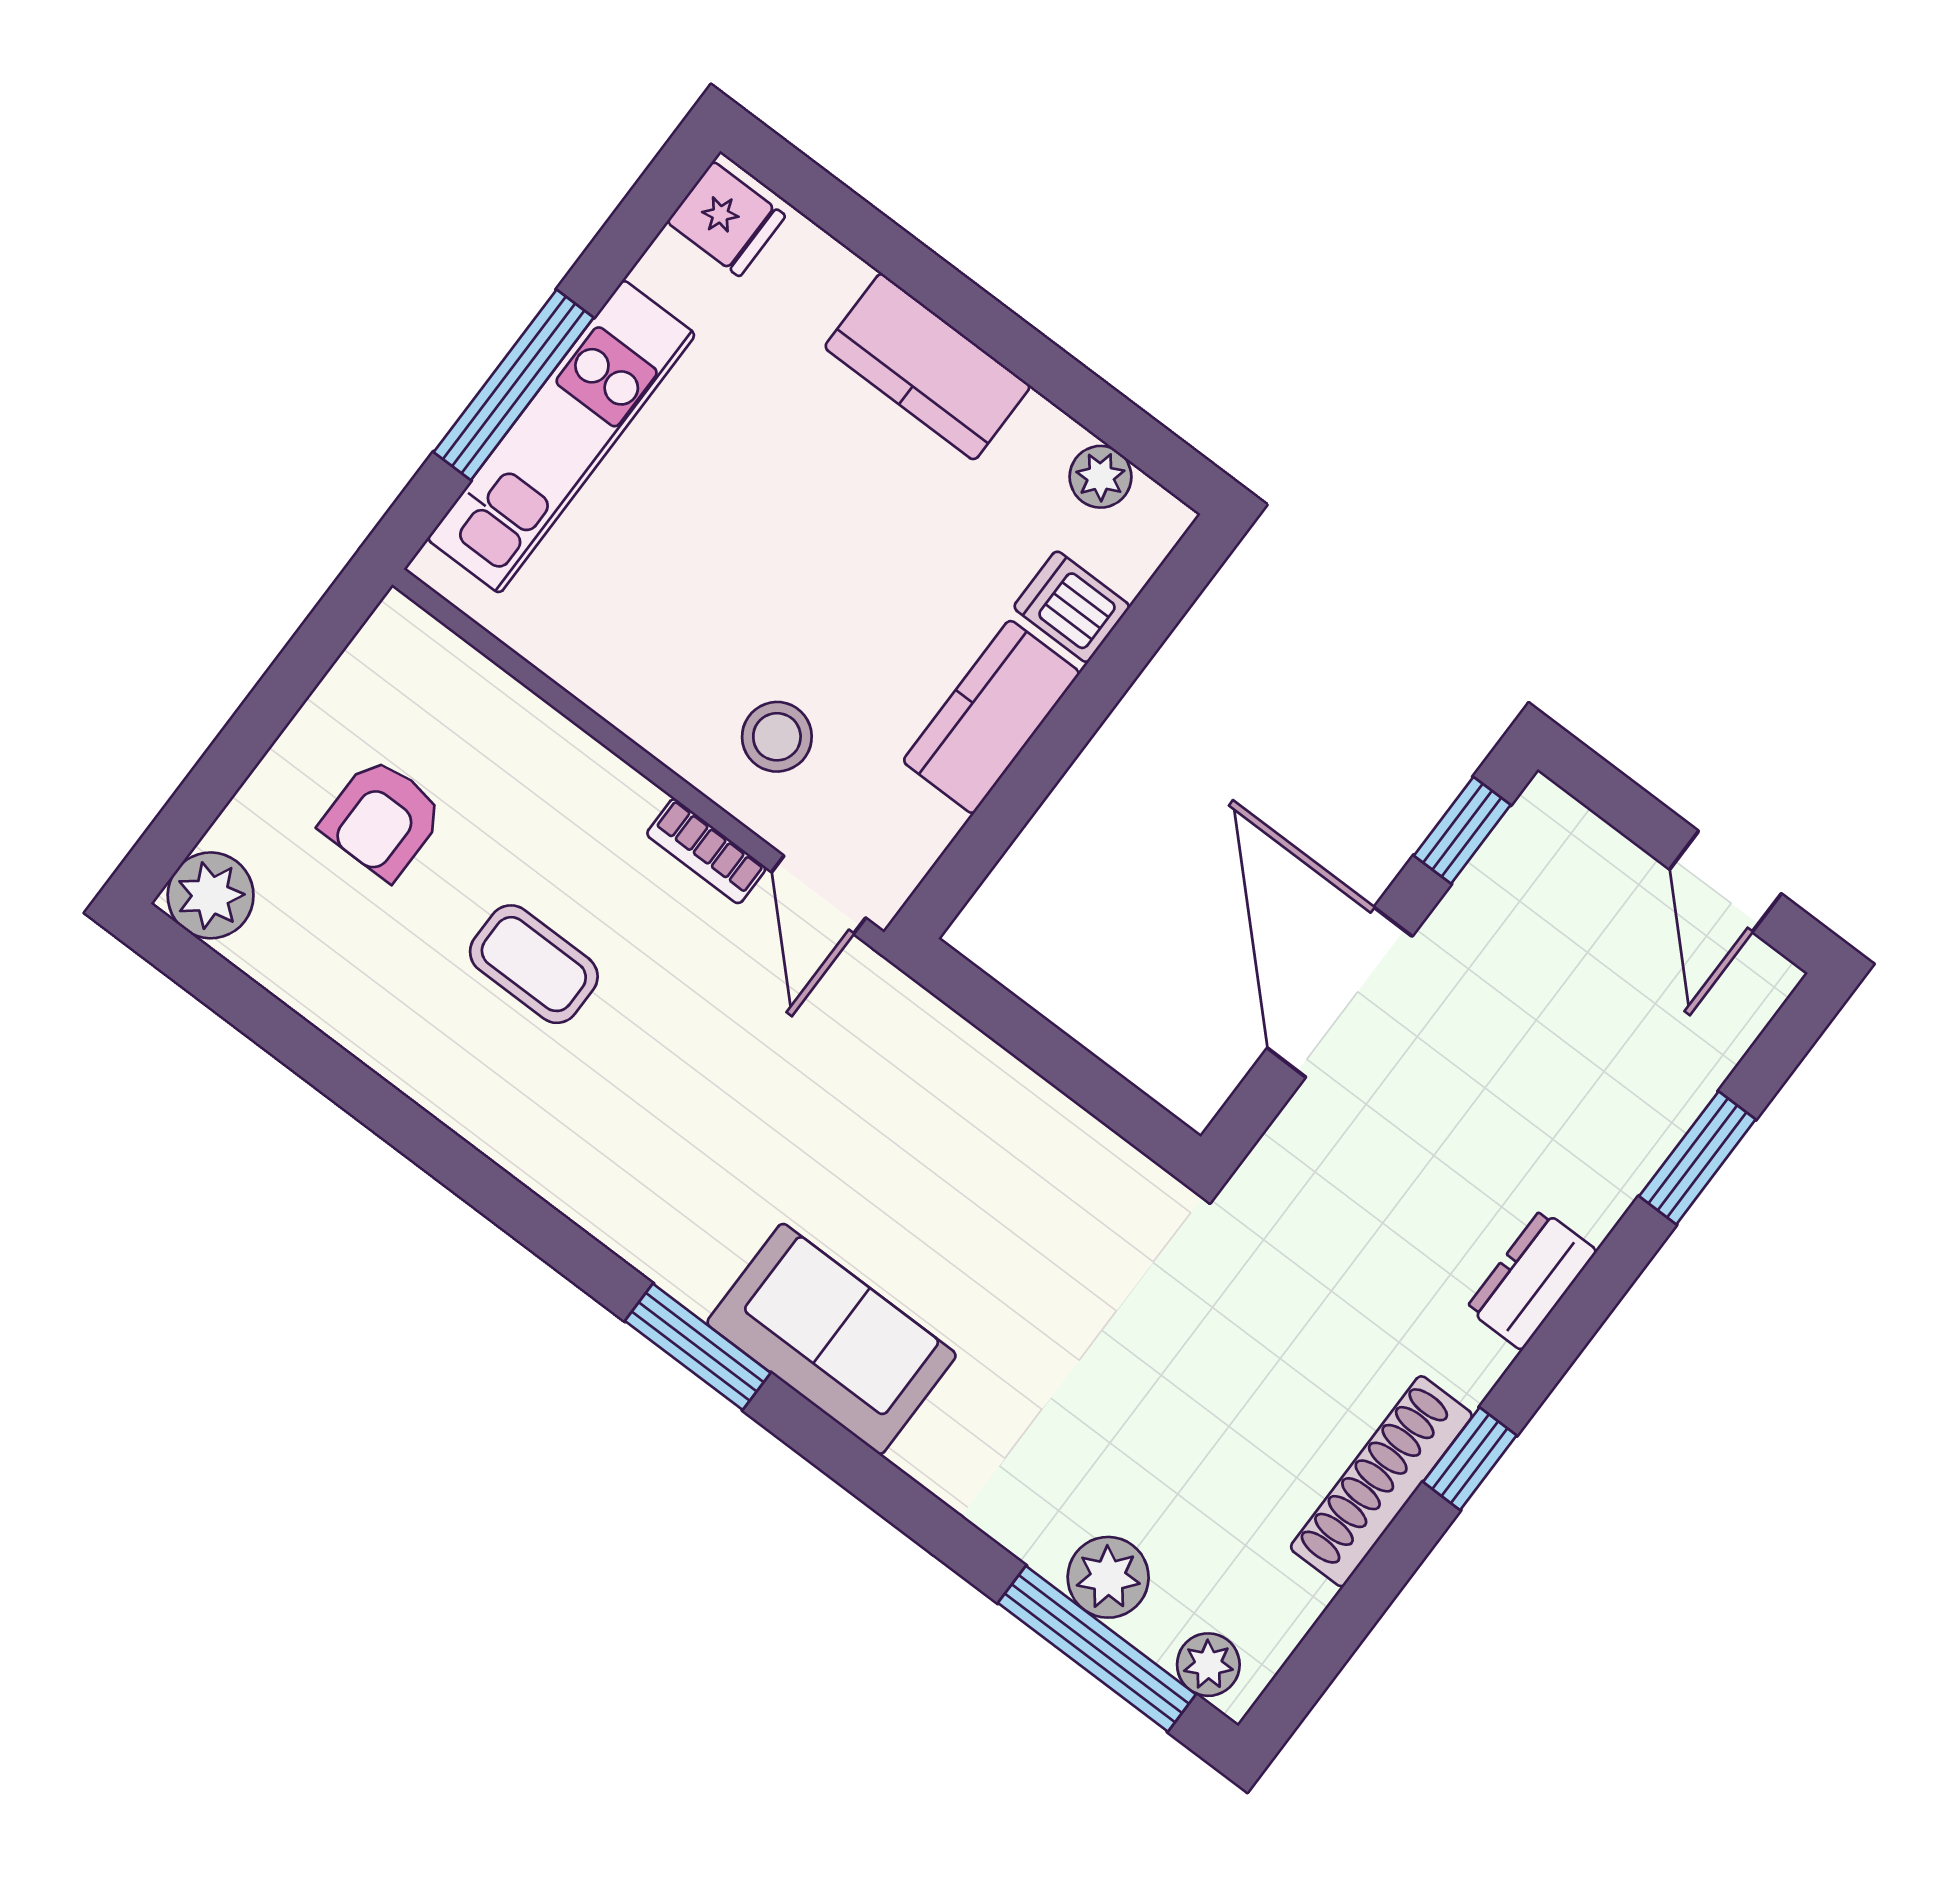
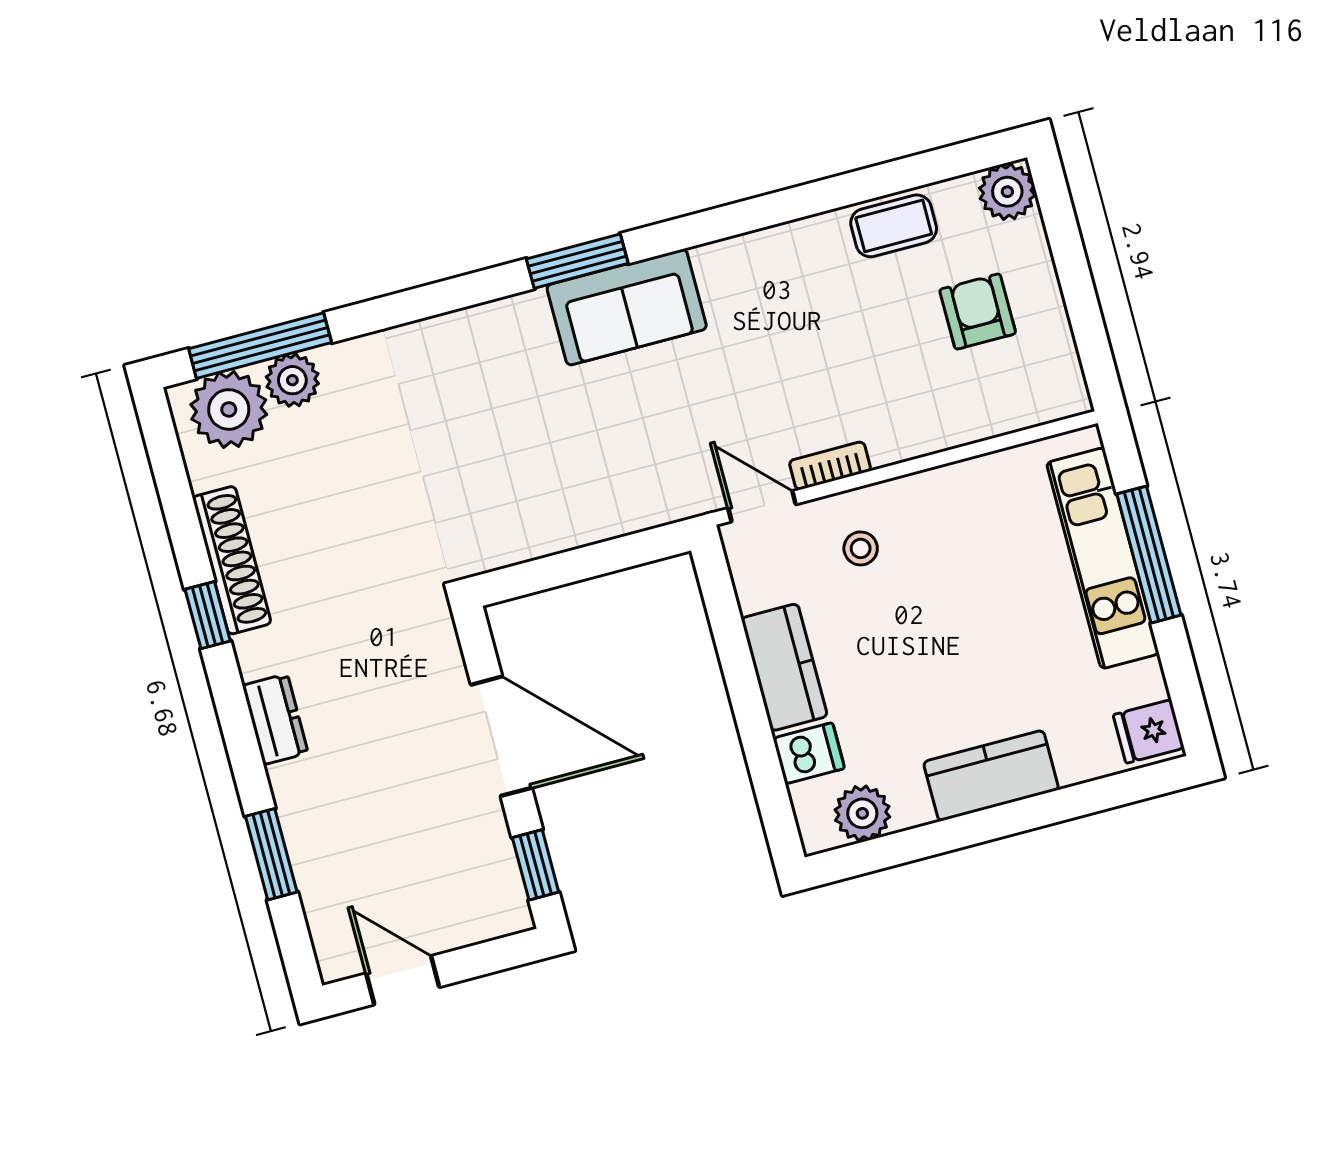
plant: (1101, 477) -> (862, 813), width x1.38, depth x1.38
stool: (777, 737) -> (861, 548), width x0.73, depth x0.73
coffee table: (534, 964) -> (894, 226), moved
sofa: (832, 1339) -> (627, 307), moved
plant: (1208, 1665) -> (229, 409), width x1.88, depth x1.88

